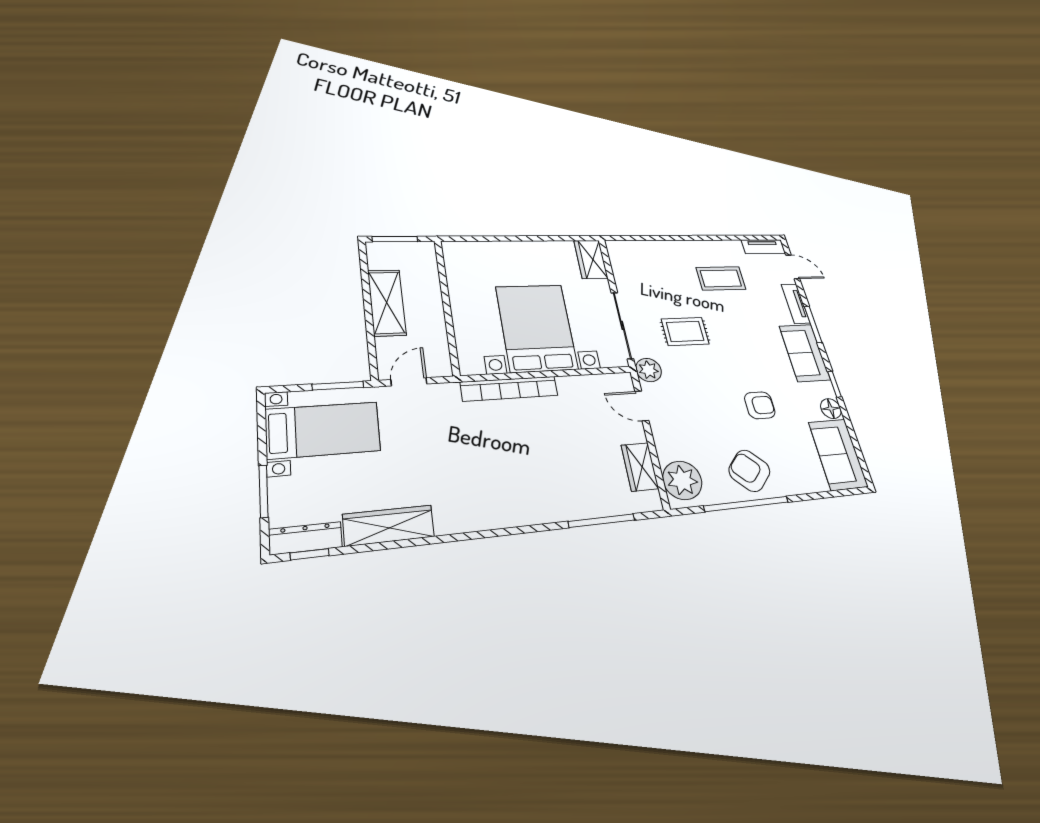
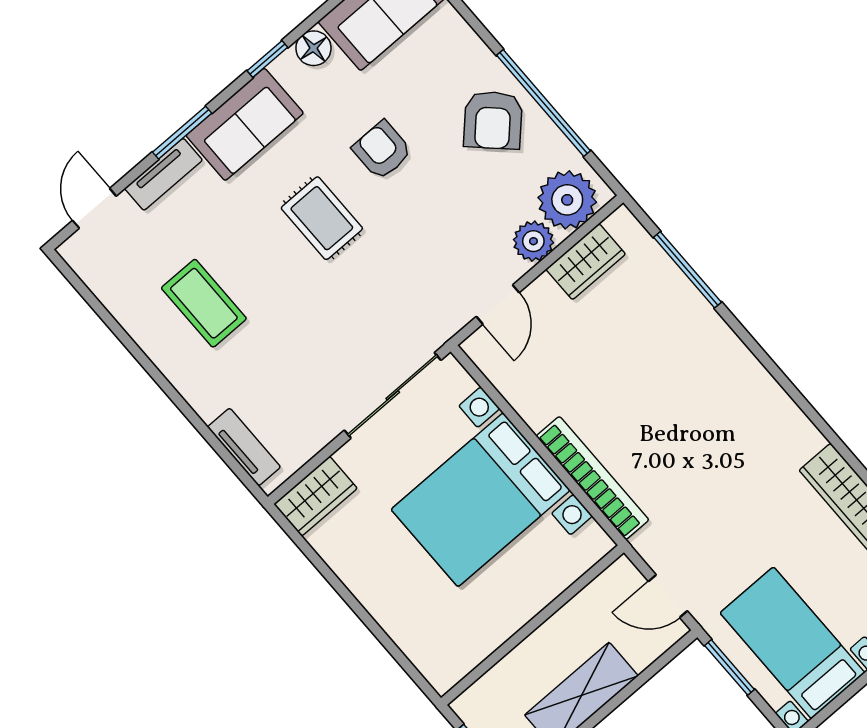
tv unit: (763, 247) -> (244, 447), moved
rug: (685, 331) -> (322, 218), moved
plant: (649, 370) -> (533, 241), moved

